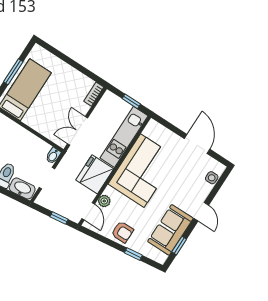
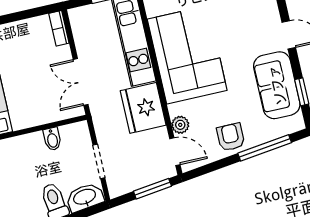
bidet: (53, 156) -> (52, 139), moved
window: (59, 218) -> (152, 189), width x1.50
armchair: (122, 232) -> (231, 137), turned -90
window: (133, 254) -> (265, 148), width x2.17

